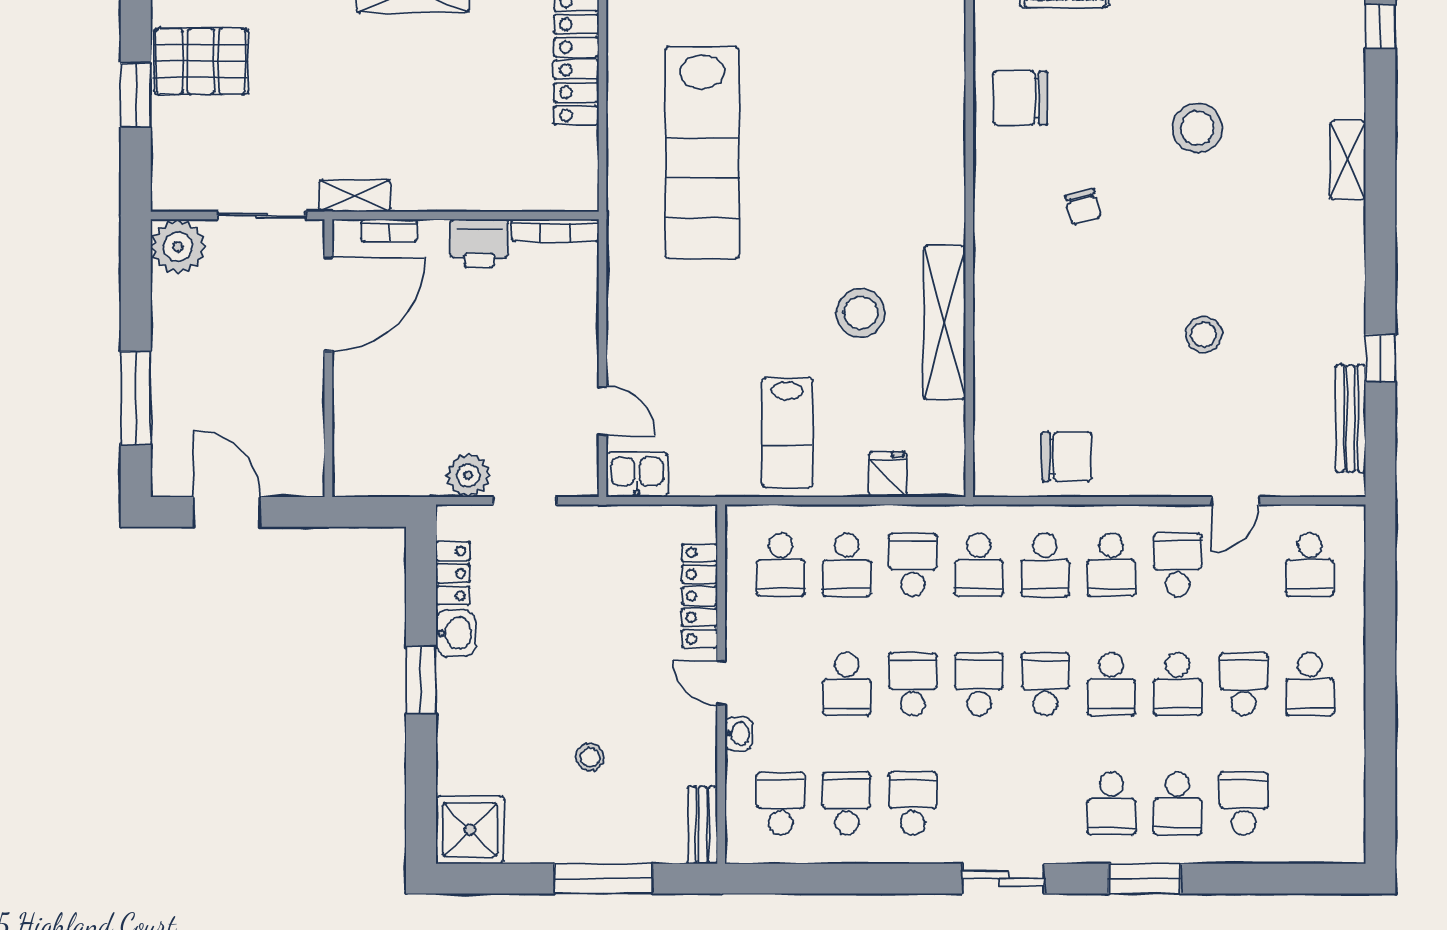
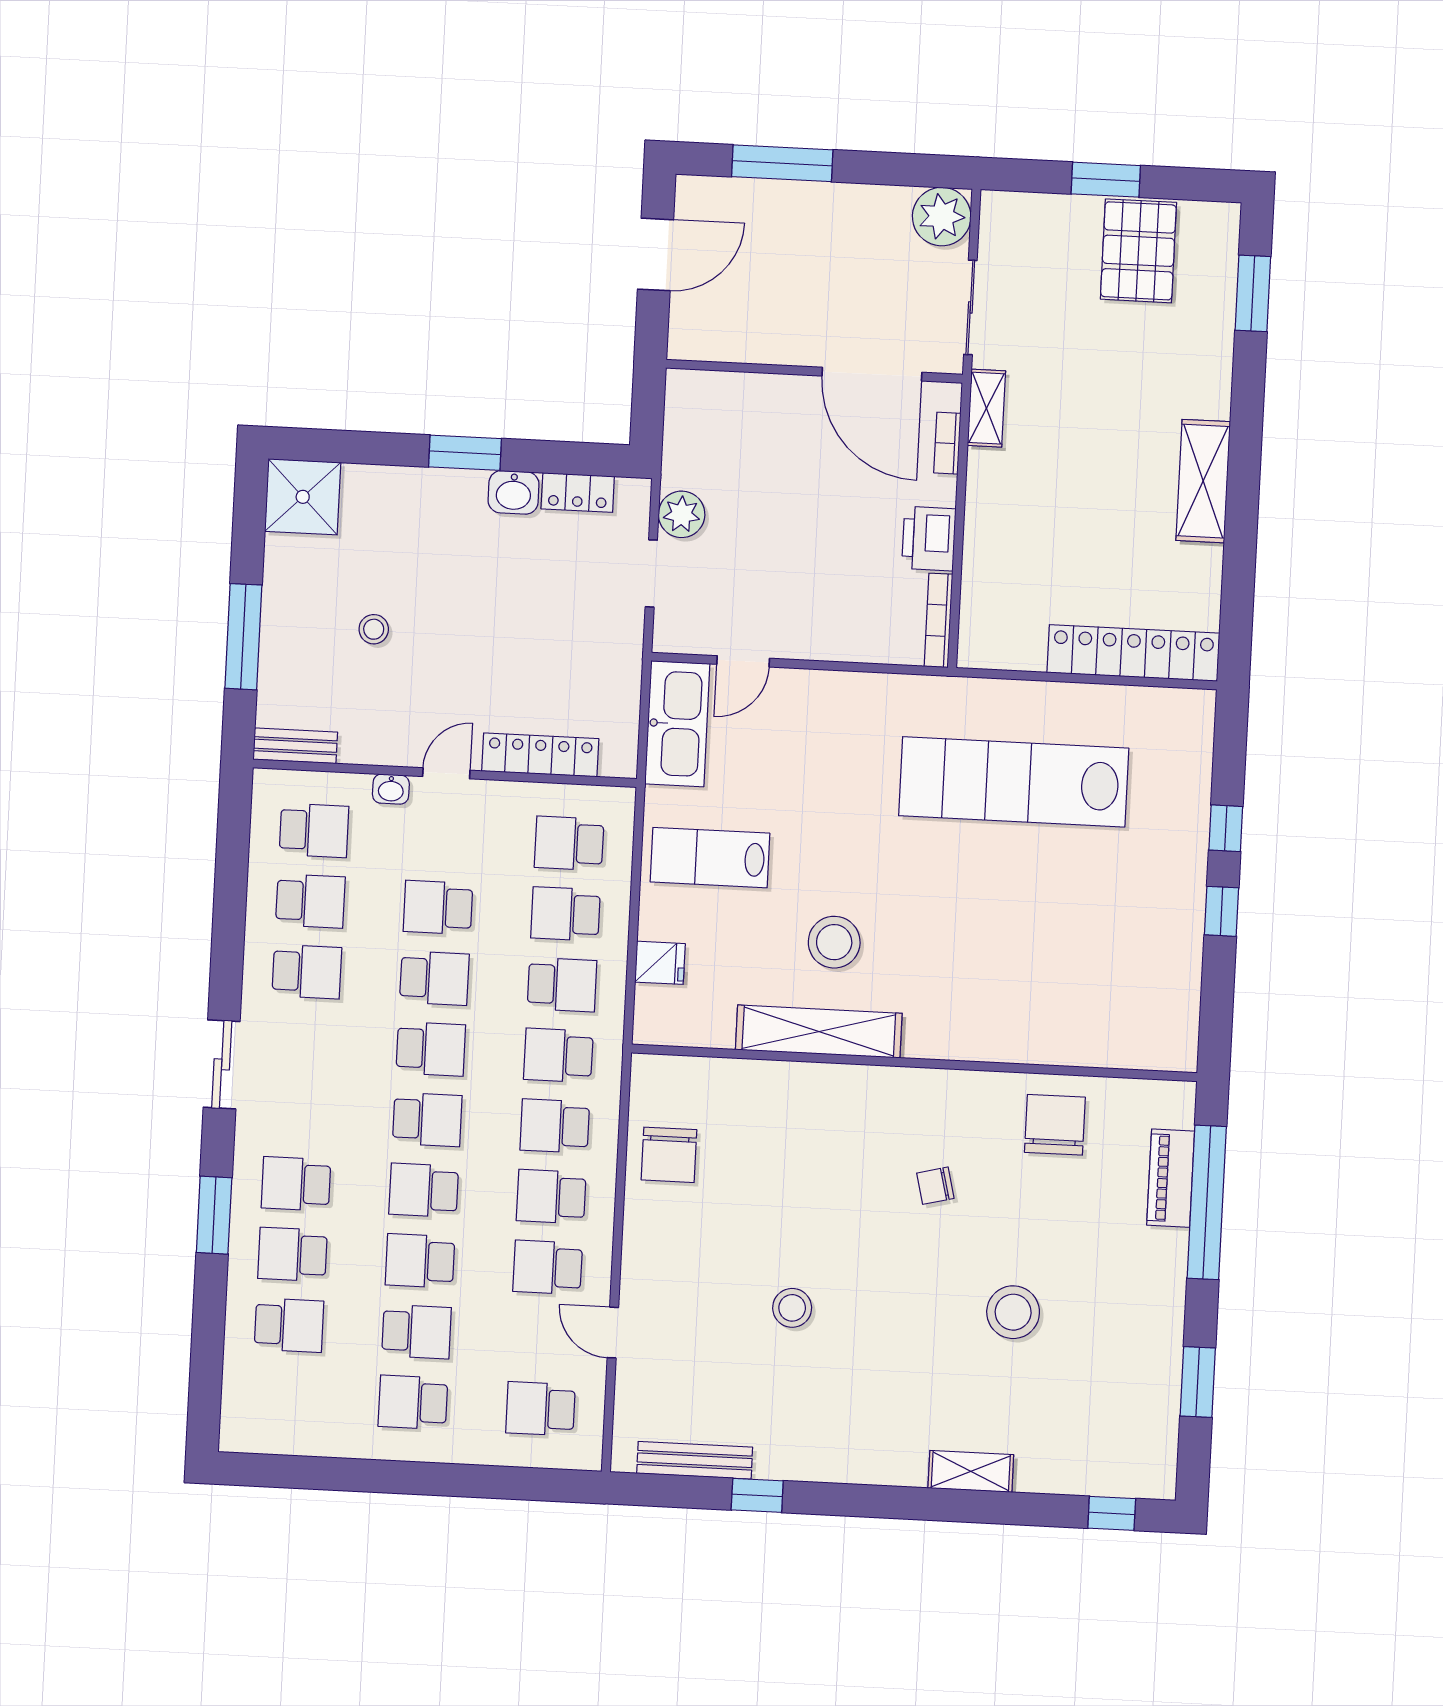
kitchen sink: (637, 475) -> (677, 724), width x1.87, depth x1.24
school desk: (1177, 565) -> (548, 1267), turned 180

